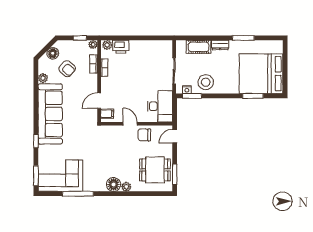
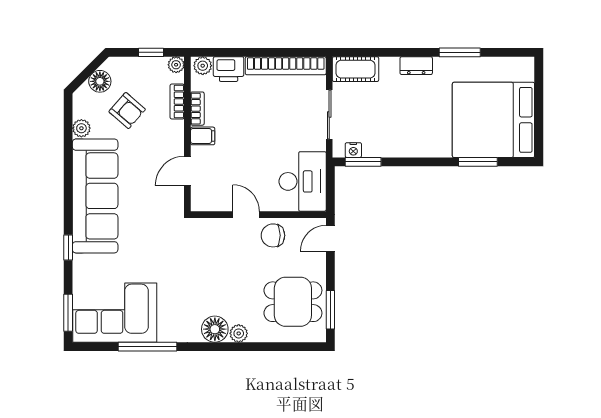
bookcase: (151, 45) -> (286, 66), added
cot: (199, 47) -> (356, 69), moved
stool: (206, 82) -> (389, 136), removed
filing cabinet: (107, 114) -> (203, 136), moved

